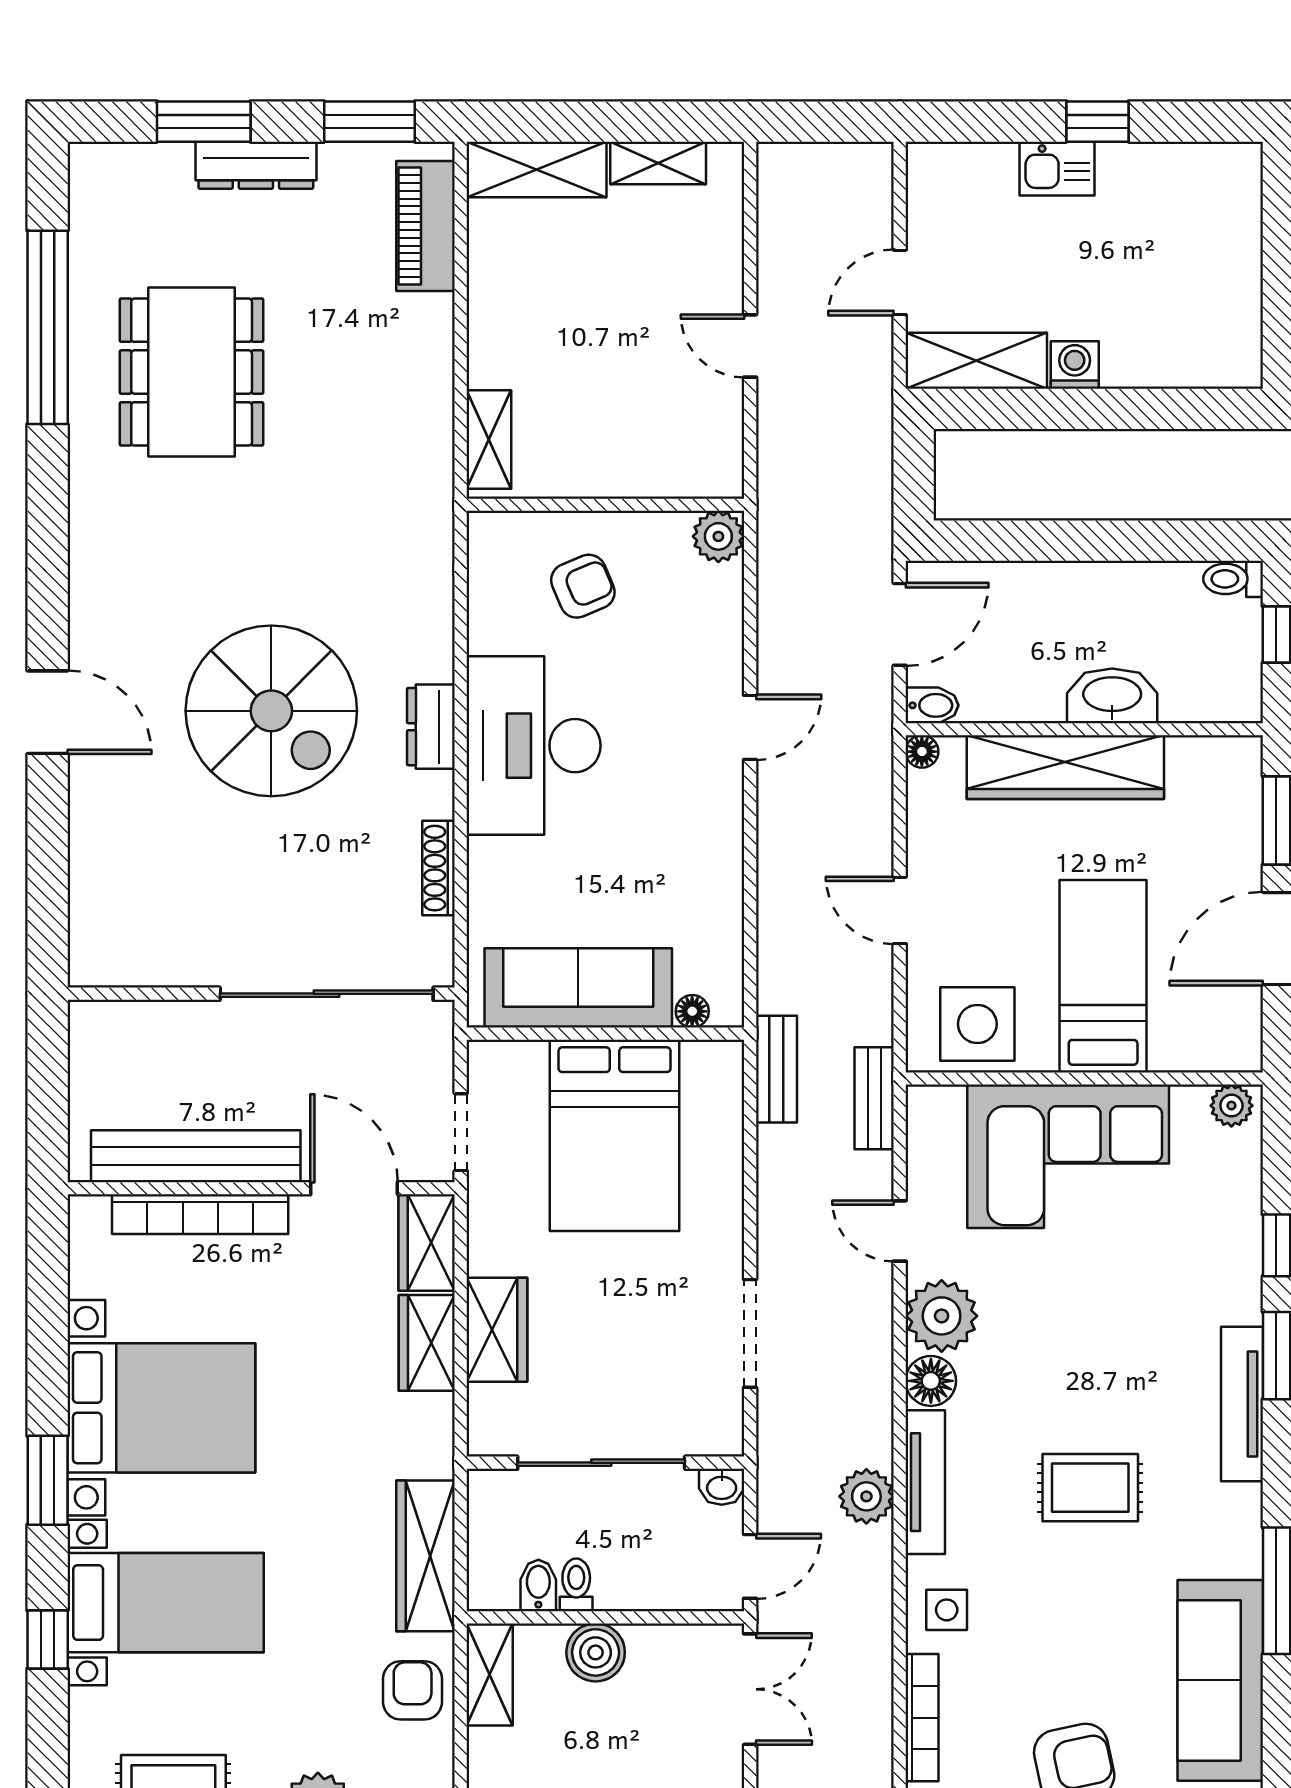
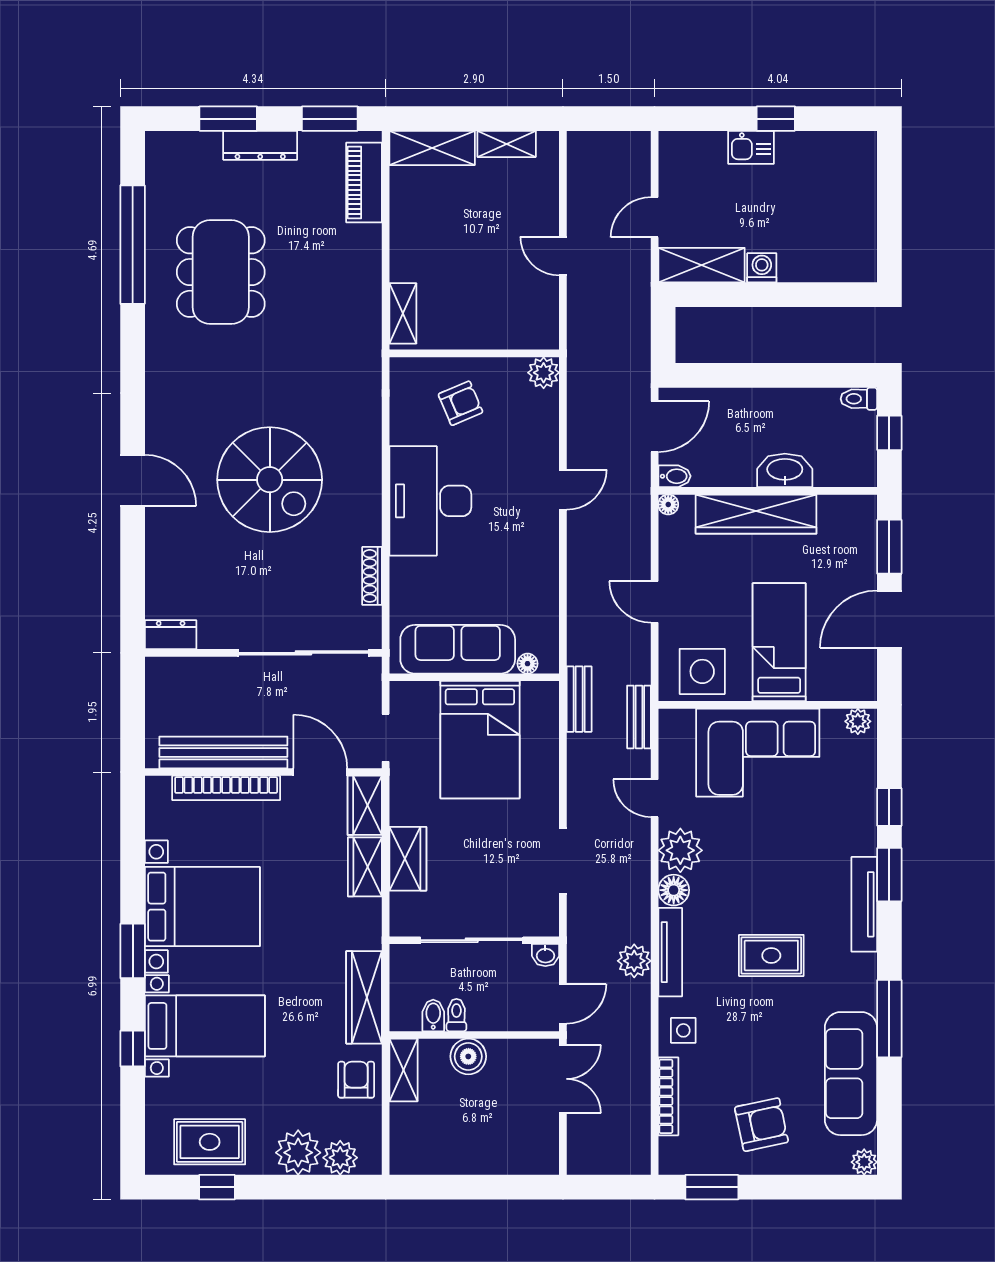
dresser: (431, 727) -> (171, 635), moved, turned 90

